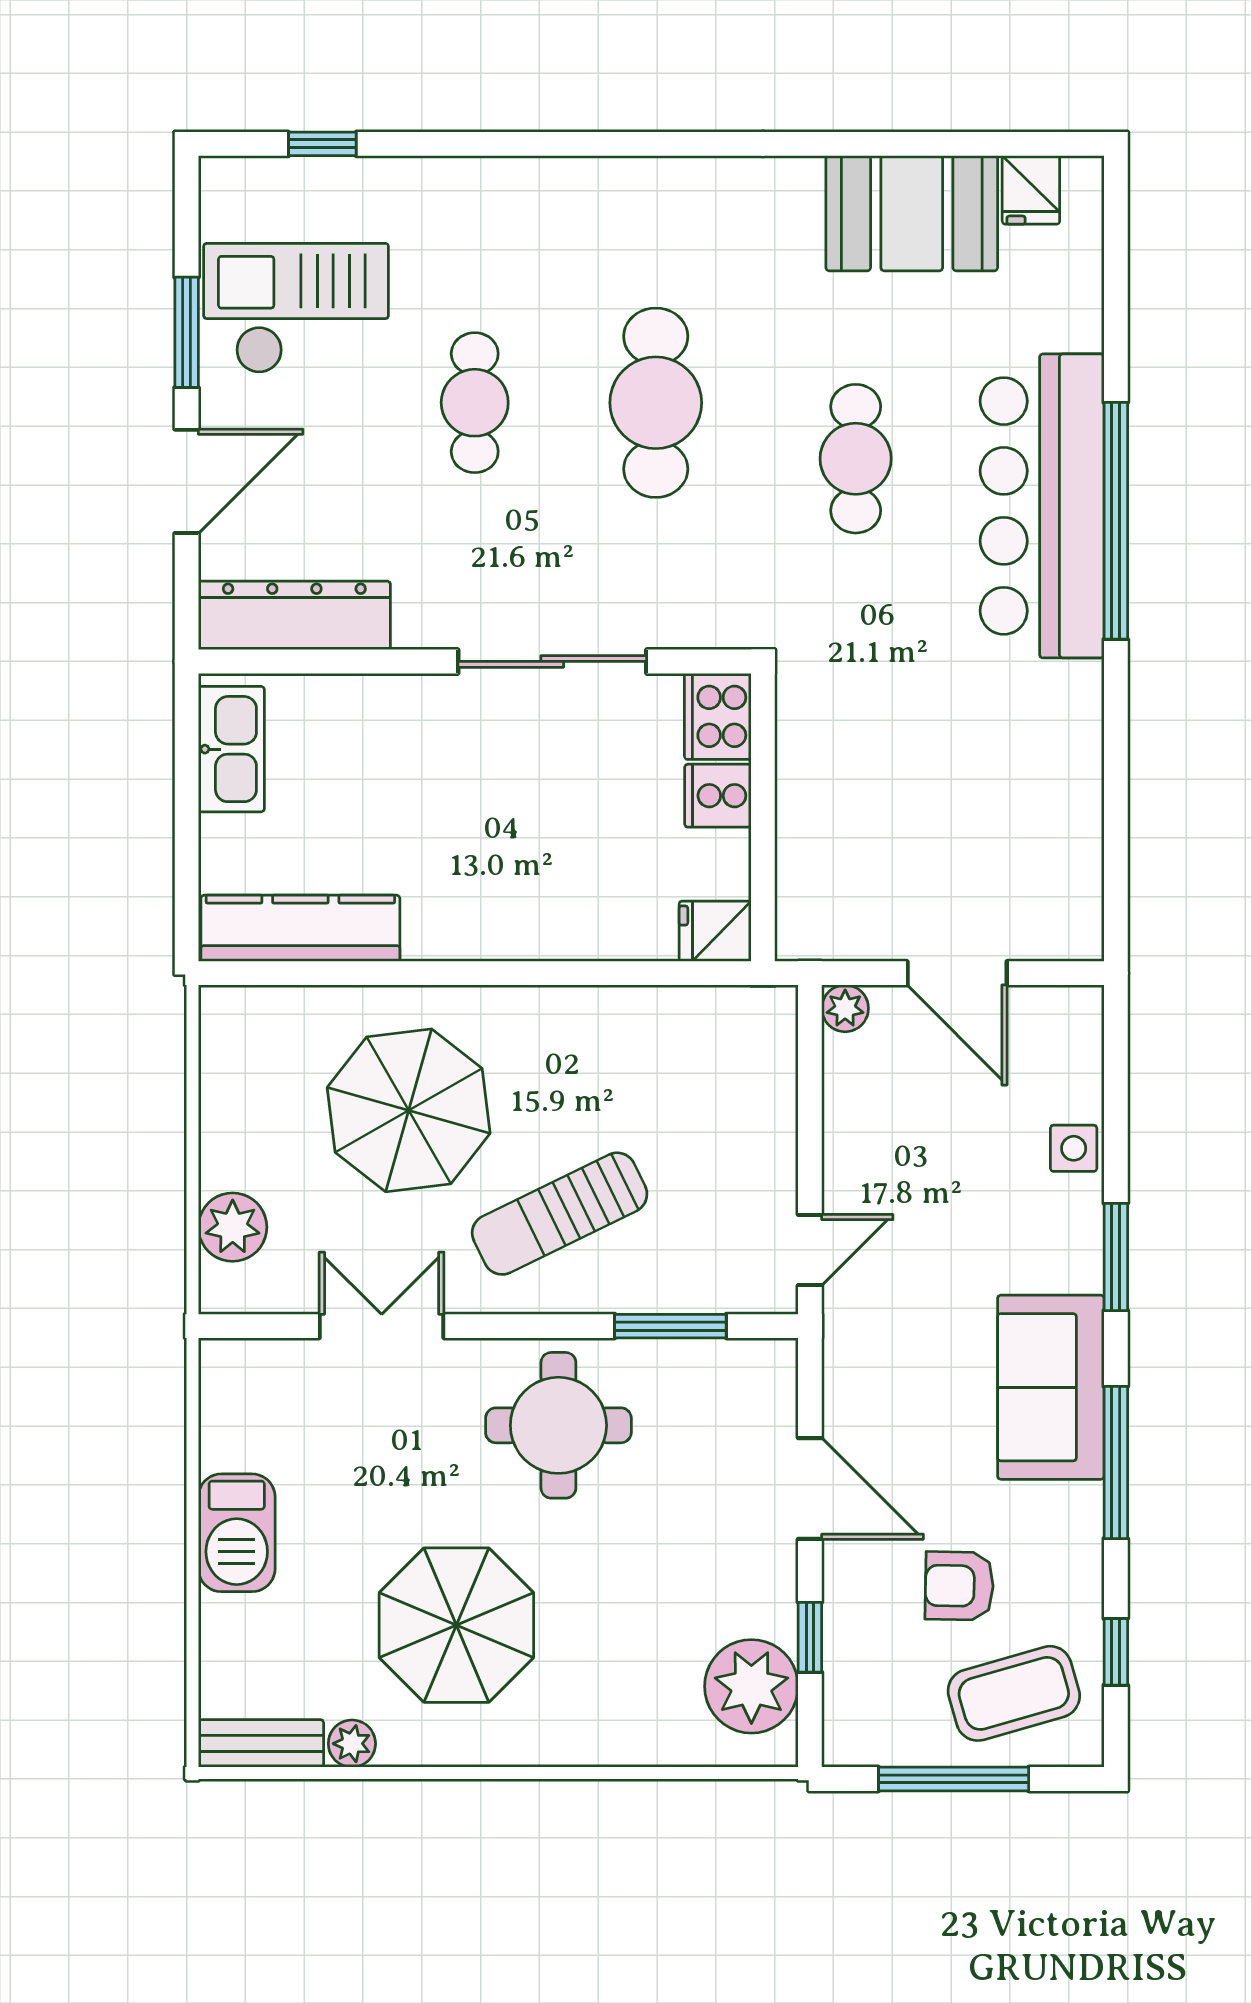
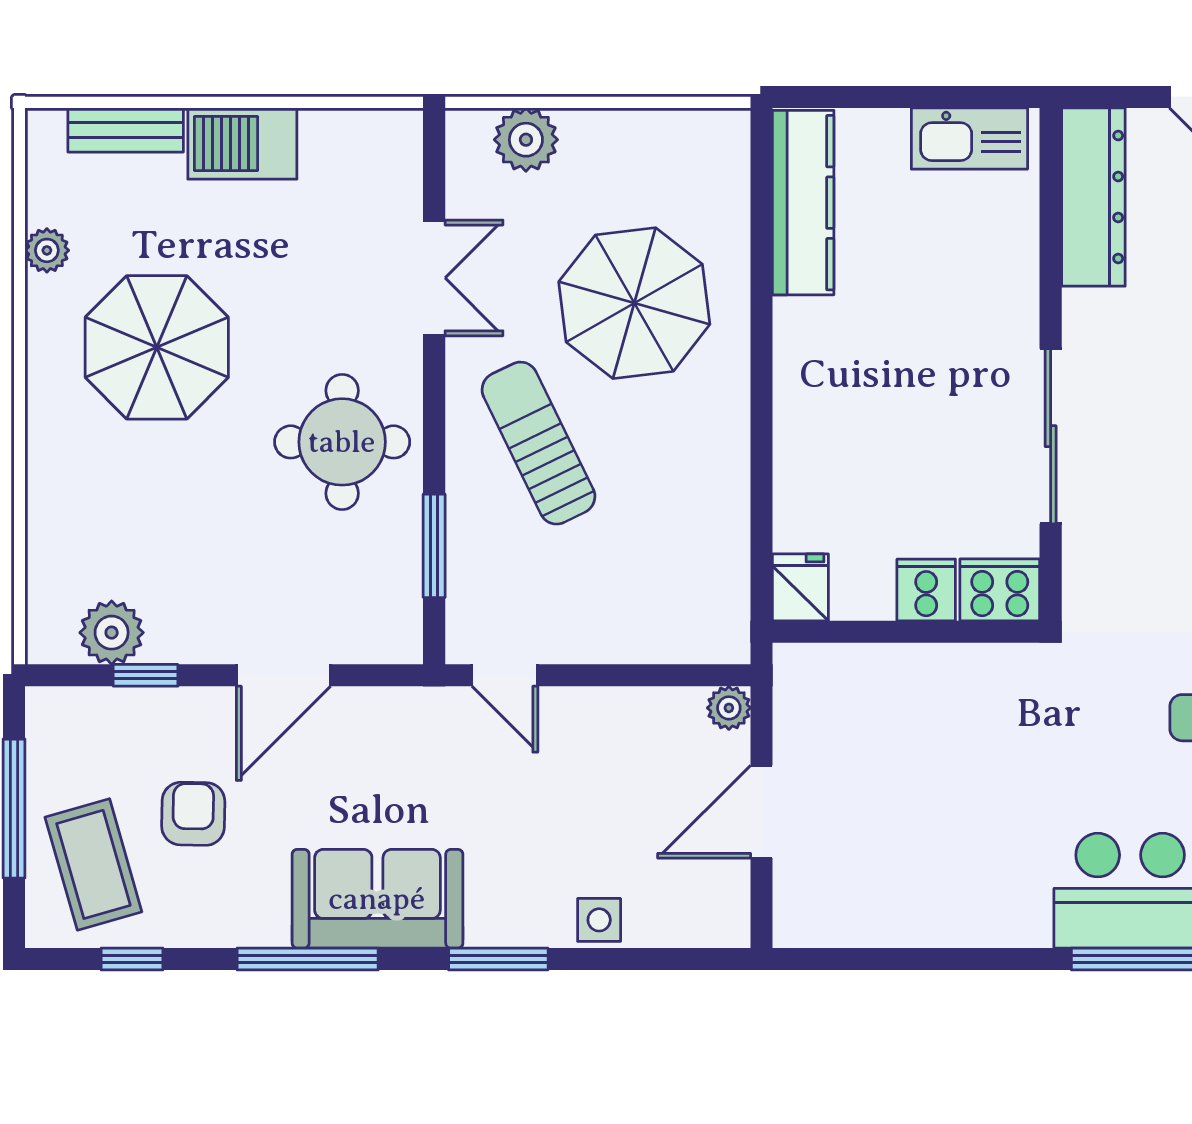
plant: (751, 1686) -> (112, 633), width x0.73, depth x0.73
bench: (261, 1743) -> (126, 130), moved, turned 90

